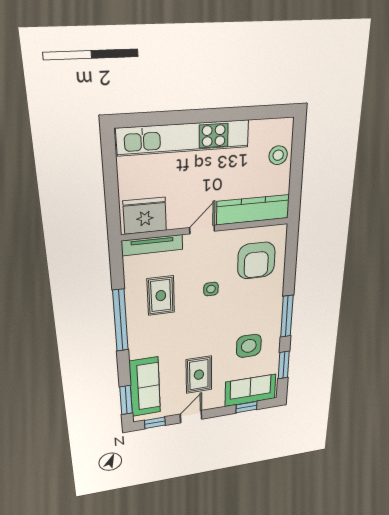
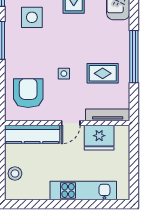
kitchen unit: (184, 138) -> (83, 190), width x0.73
fridge: (145, 216) -> (99, 138), moved
rug: (161, 296) -> (103, 73), turned 90

